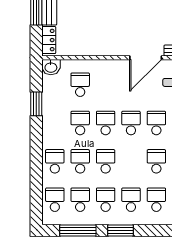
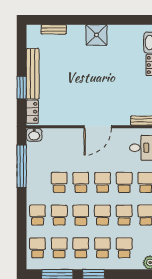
door: (146, 58) -> (98, 127), moved
school desk: (80, 85) -> (102, 215), moved
window: (36, 104) -> (22, 166), width x2.11

